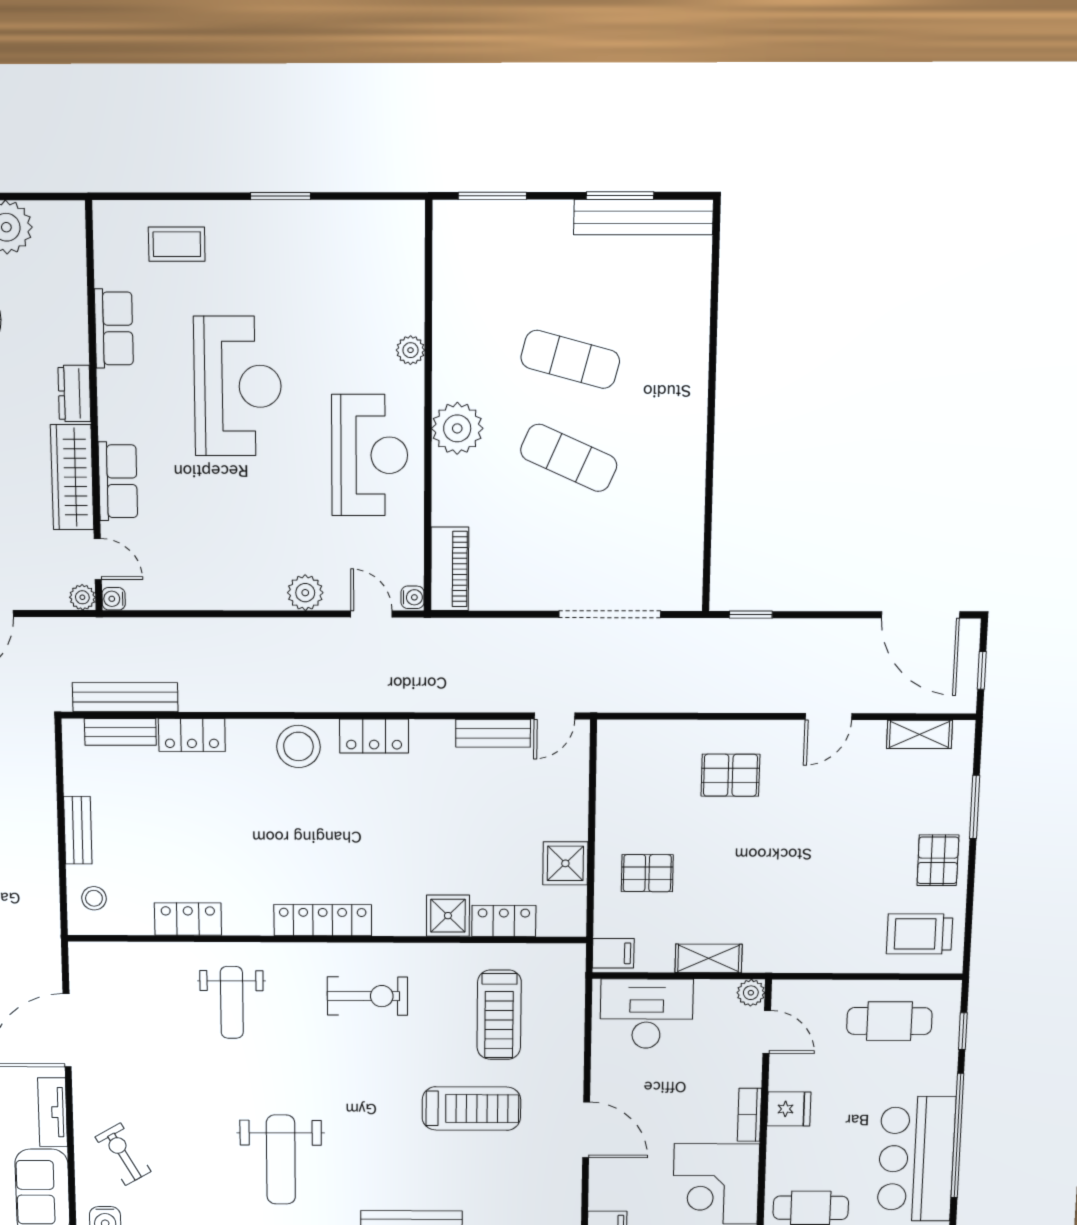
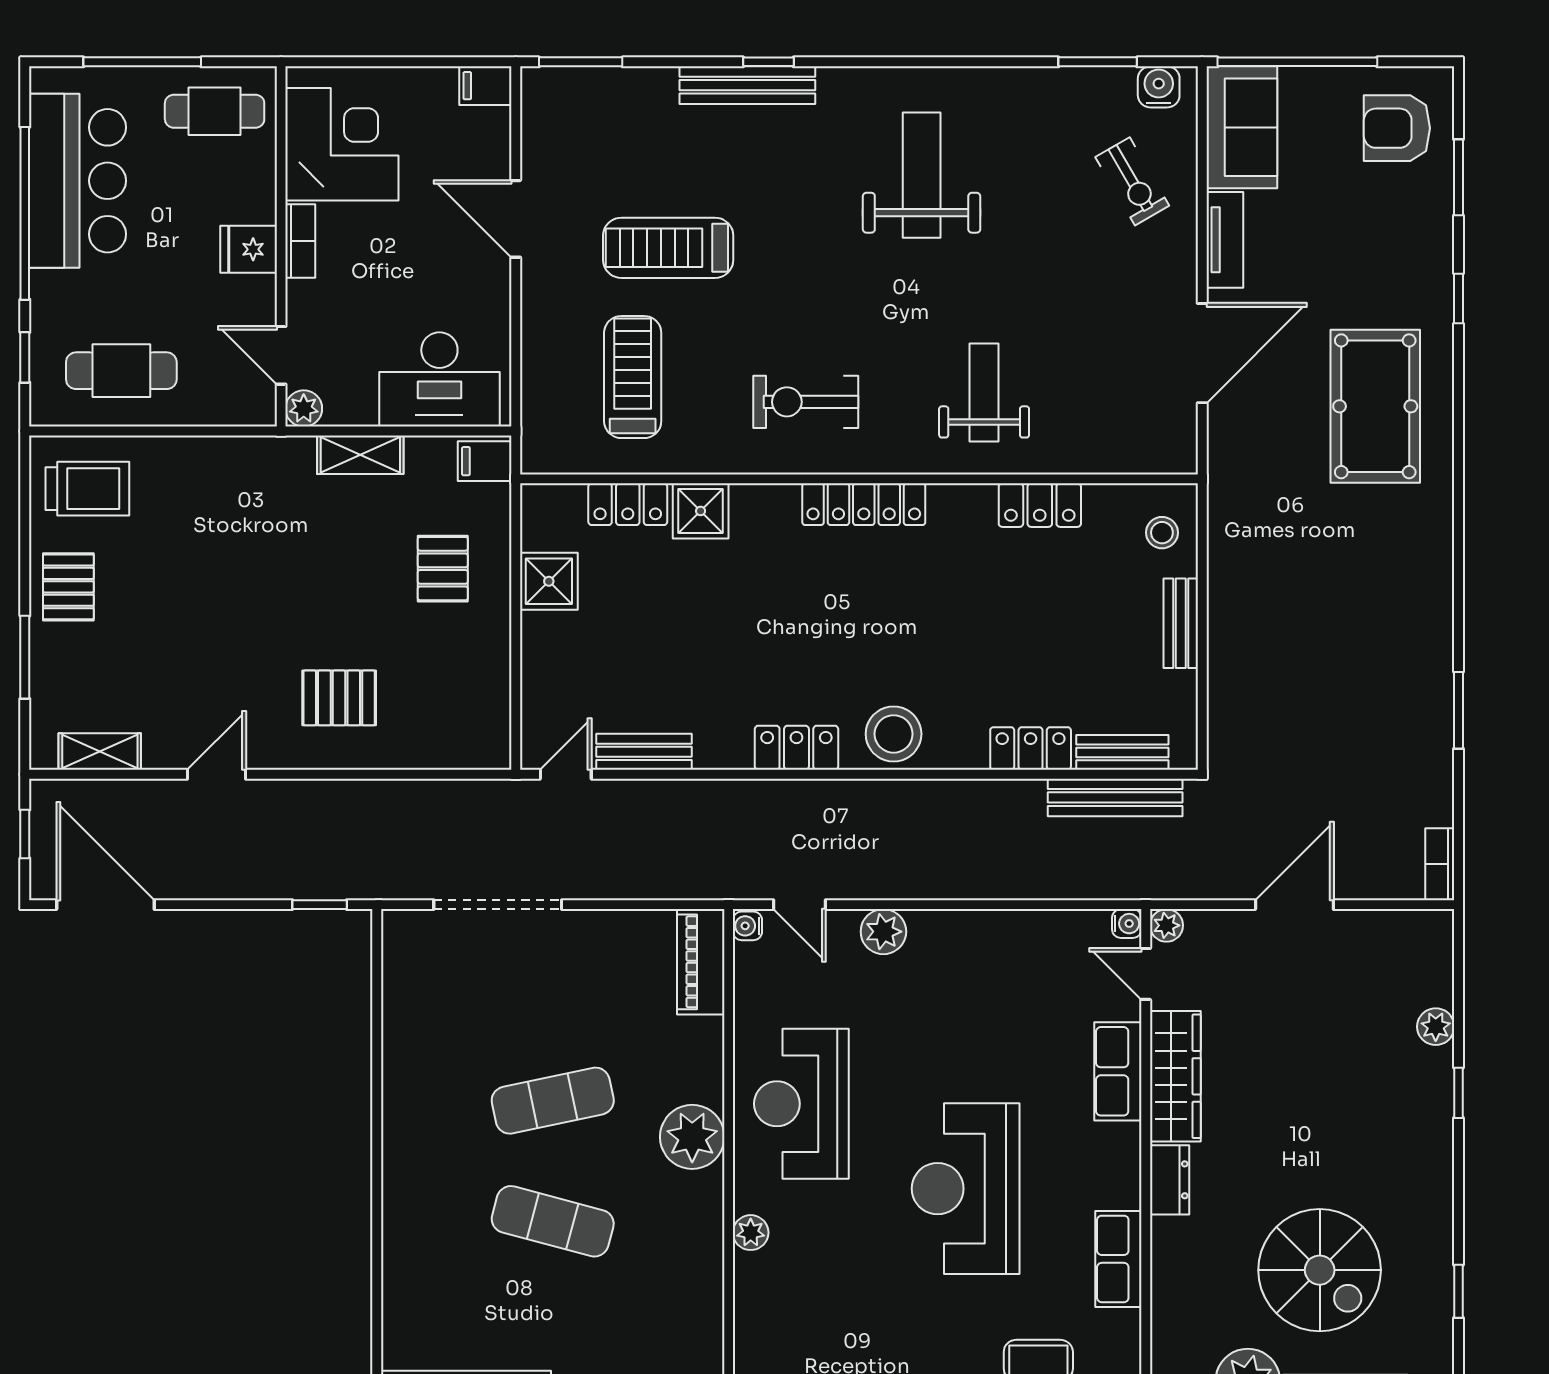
exercise mat: (569, 458) -> (553, 1101), turned -36
pallet: (647, 873) -> (443, 569), turned 90

